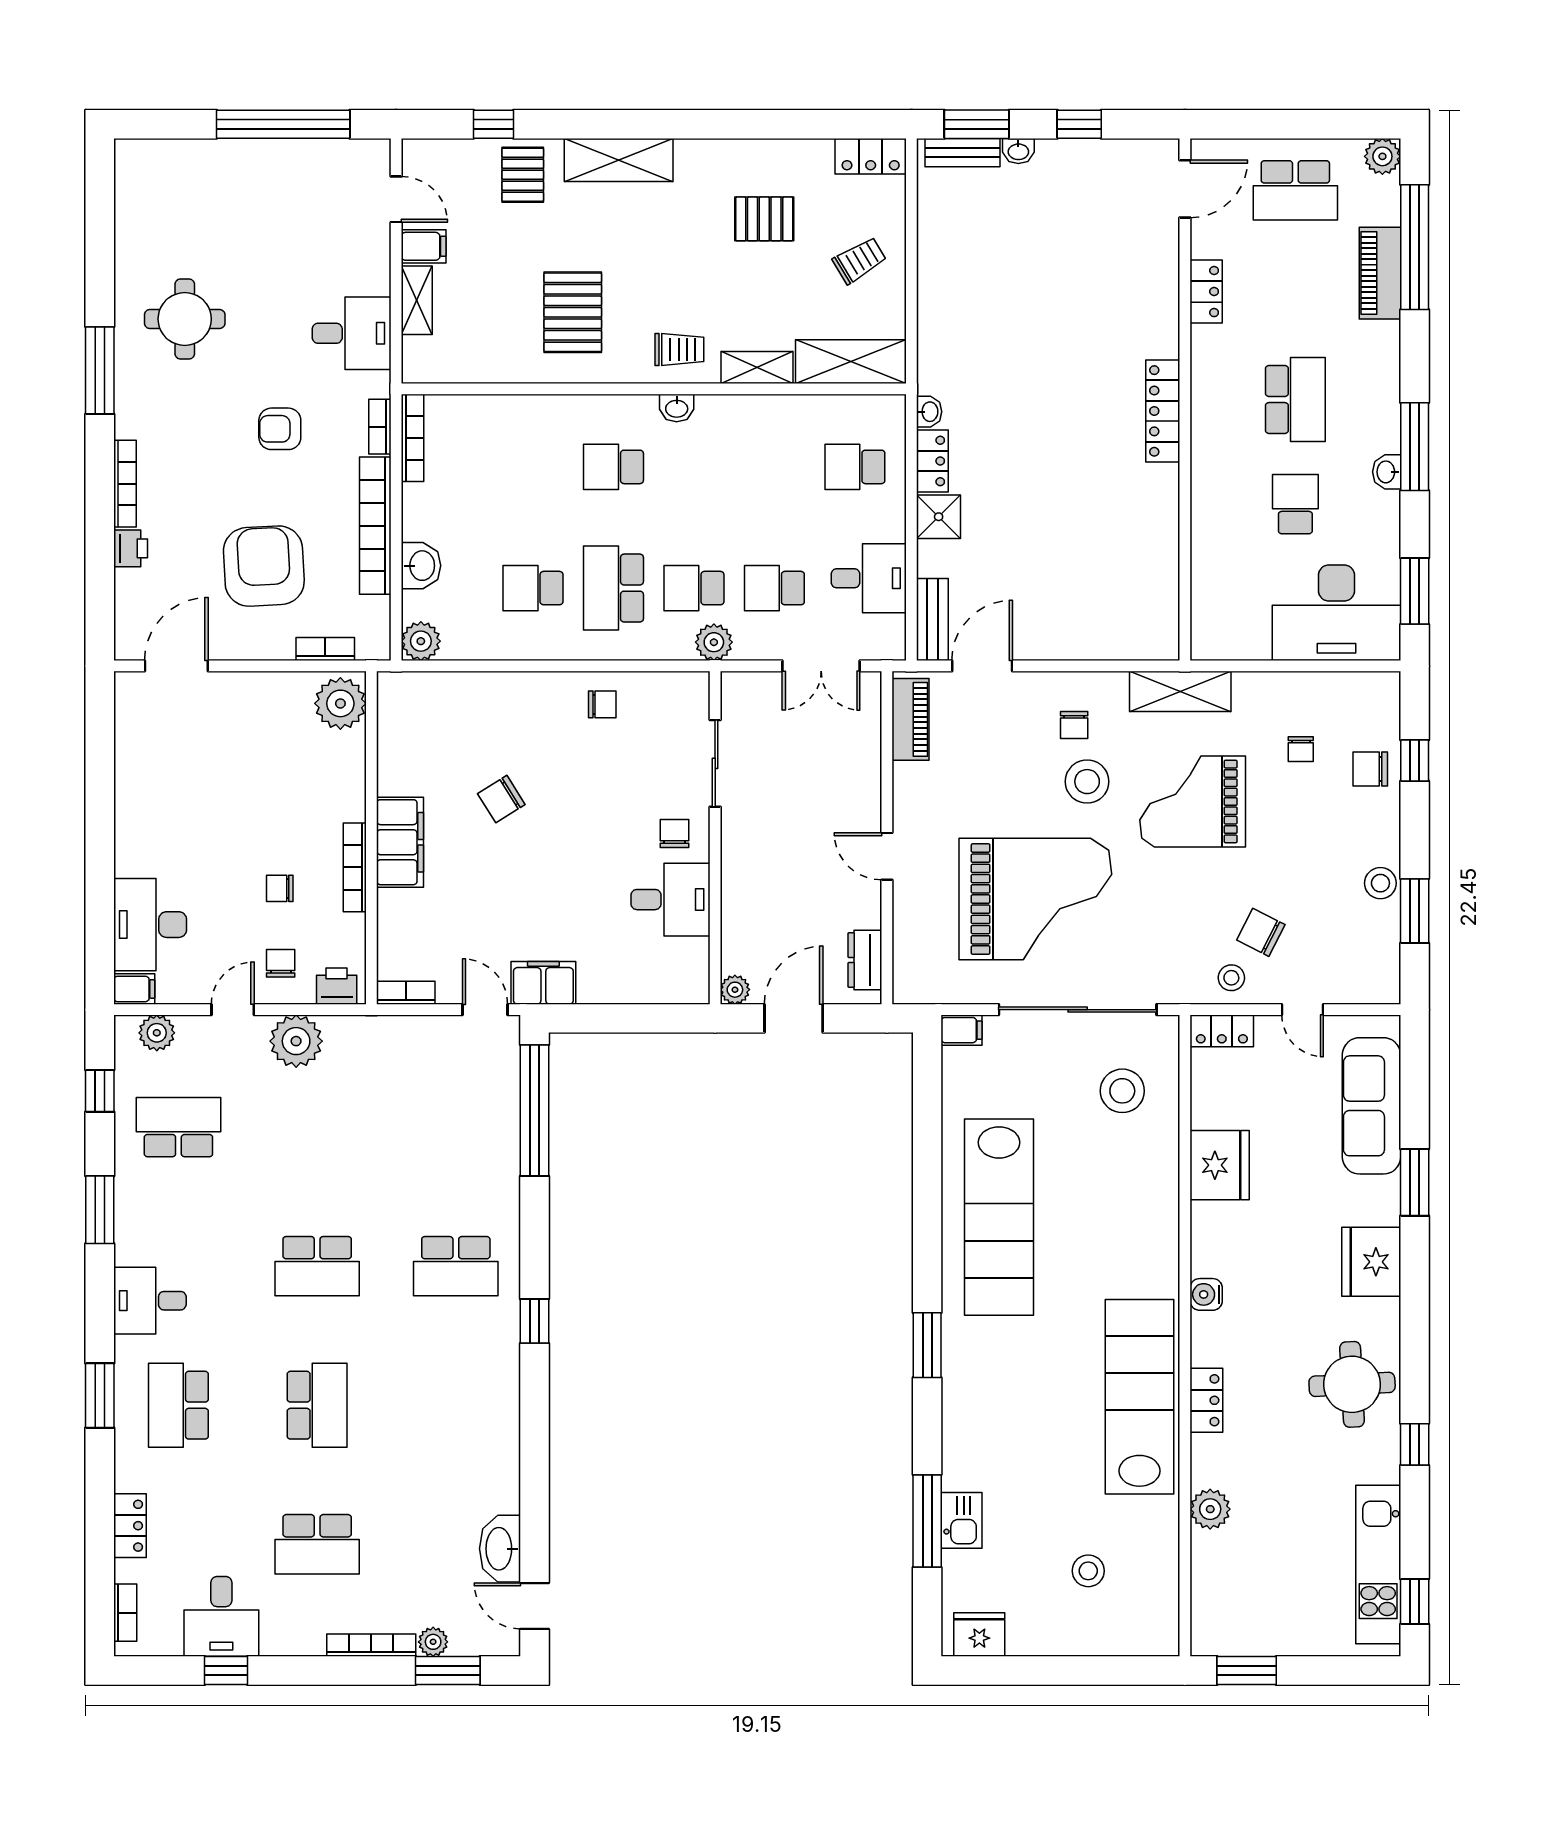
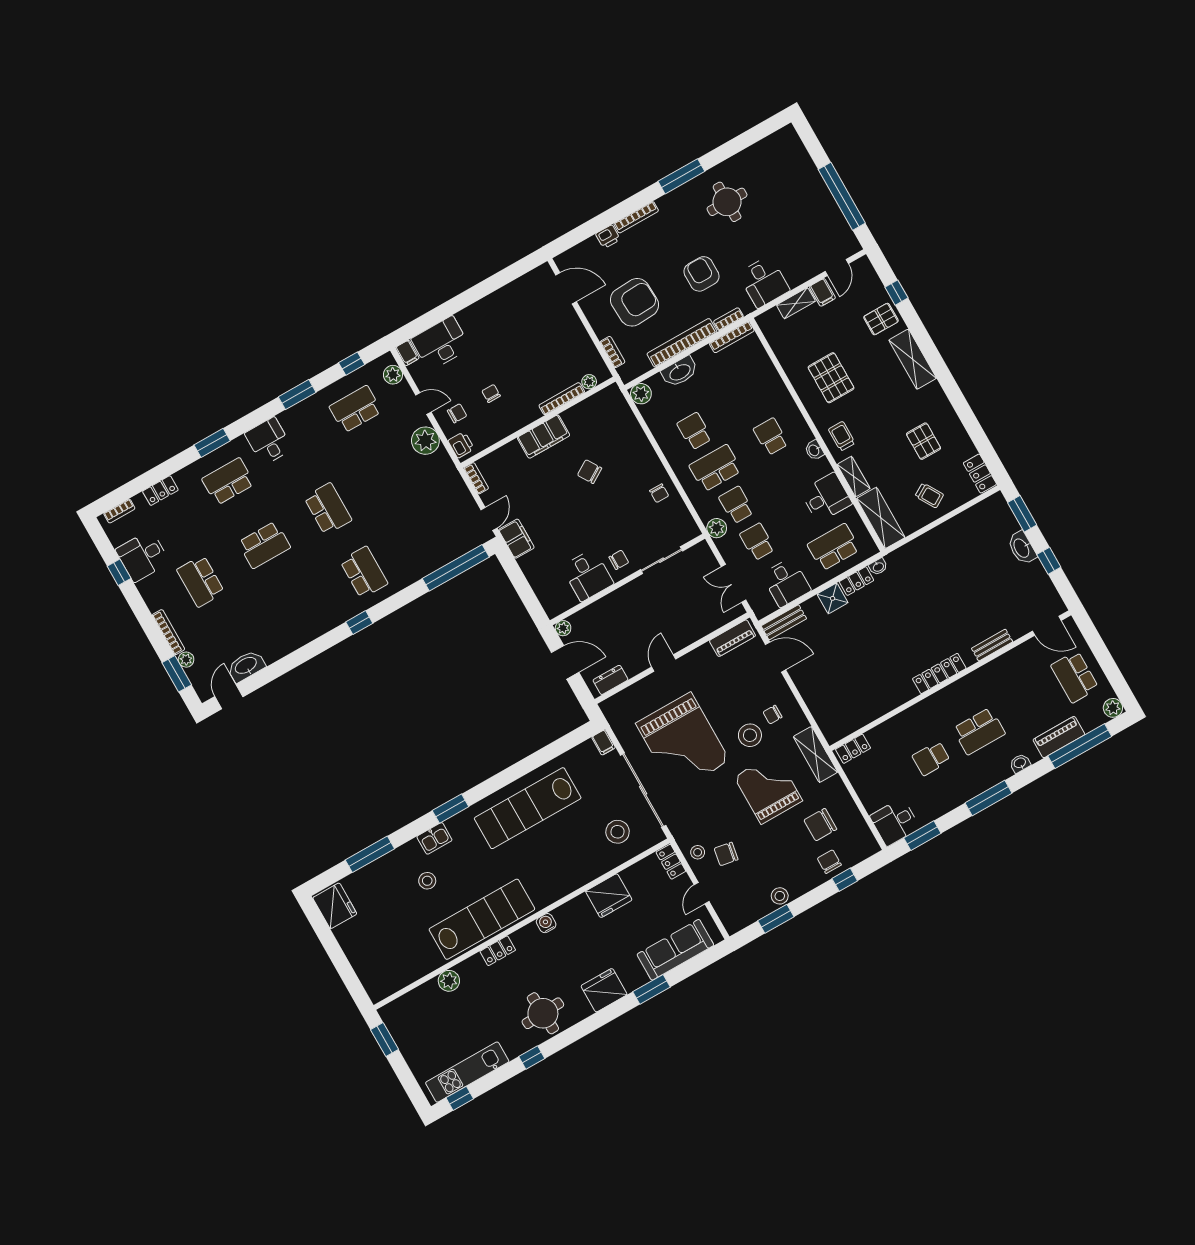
washbasin: (1018, 151) -> (1022, 548), width x1.91, depth x1.45
bench: (962, 153) -> (992, 645), moved, turned 90
locker: (1206, 292) -> (853, 749), moved
pallet: (573, 312) -> (831, 378), turned 90
trolley: (679, 349) -> (842, 436), turned 180
armchair: (280, 429) -> (701, 274), width x1.38, depth x1.38
desk: (766, 433) -> (826, 497), added
school desk: (855, 467) -> (834, 547), width x1.85
washbasin: (1387, 472) -> (1020, 763), moved
school desk: (1295, 504) -> (931, 758), turned 180
washbasin: (421, 566) -> (680, 372), width x1.38
desk: (1336, 613) -> (895, 822), width x0.53, depth x0.77
plant: (340, 703) -> (589, 382), width x0.53, depth x0.53
chair: (1301, 749) -> (820, 825), width x1.87, depth x1.87
bookcase: (355, 867) -> (562, 399), moved
chair: (1261, 932) -> (726, 854), turned -107
school desk: (178, 1127) -> (355, 409), turned -90
school desk: (317, 1266) -> (328, 509), turned 180
school desk: (456, 1266) -> (364, 572), turned 180
kitchen sink: (962, 1520) -> (434, 838), moved
stool: (1088, 1571) -> (427, 881), moved
fridge: (979, 1635) -> (335, 906), width x1.36, depth x1.34

